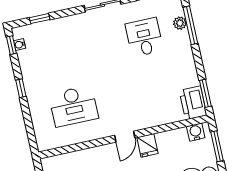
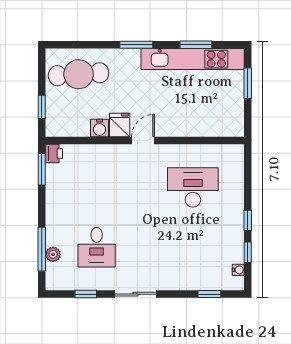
window: (11, 45) -> (248, 252), moved
printer: (193, 103) -> (54, 153), width x0.53, depth x0.68
water cooler: (196, 132) -> (99, 128), moved
window: (217, 146) -> (42, 107), width x0.67

